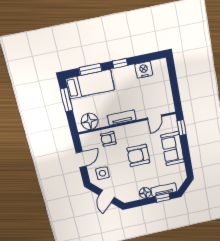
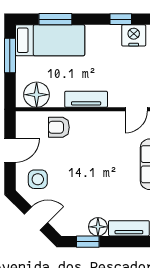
window: (120, 63) -> (121, 19), moved
armchair: (138, 155) -> (99, 163), removed
door: (107, 196) -> (36, 218), swing flipped
window: (163, 198) -> (88, 242), moved

